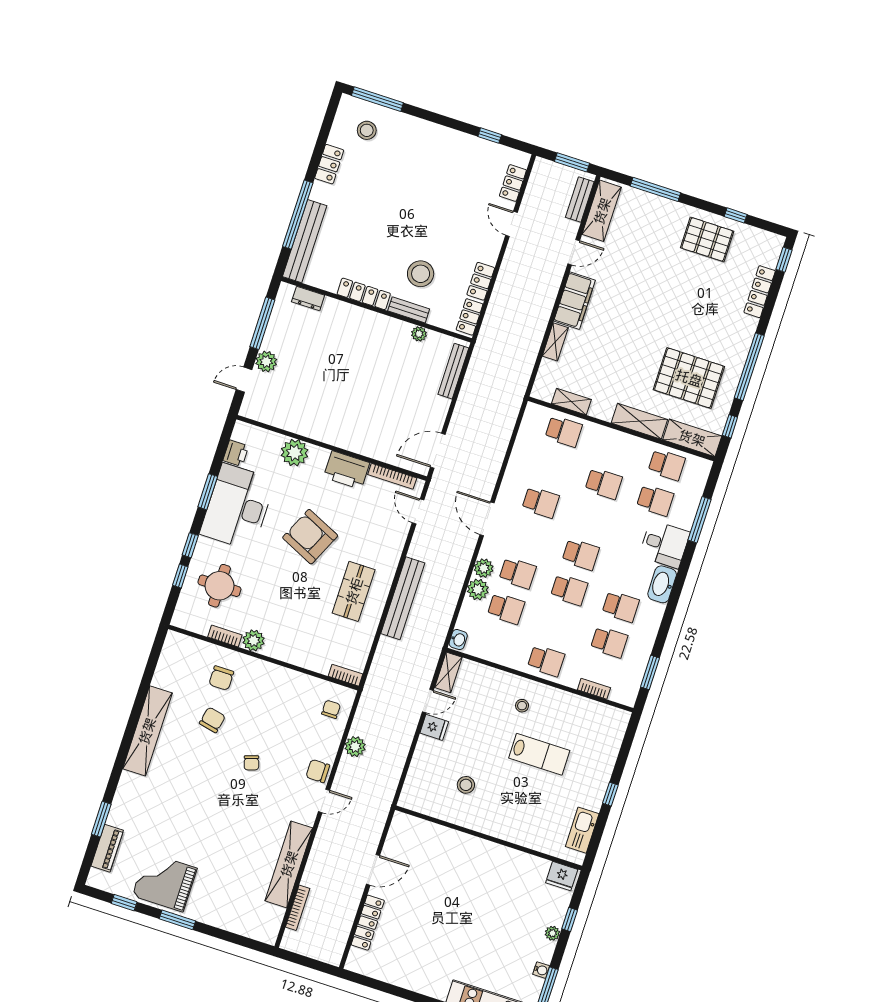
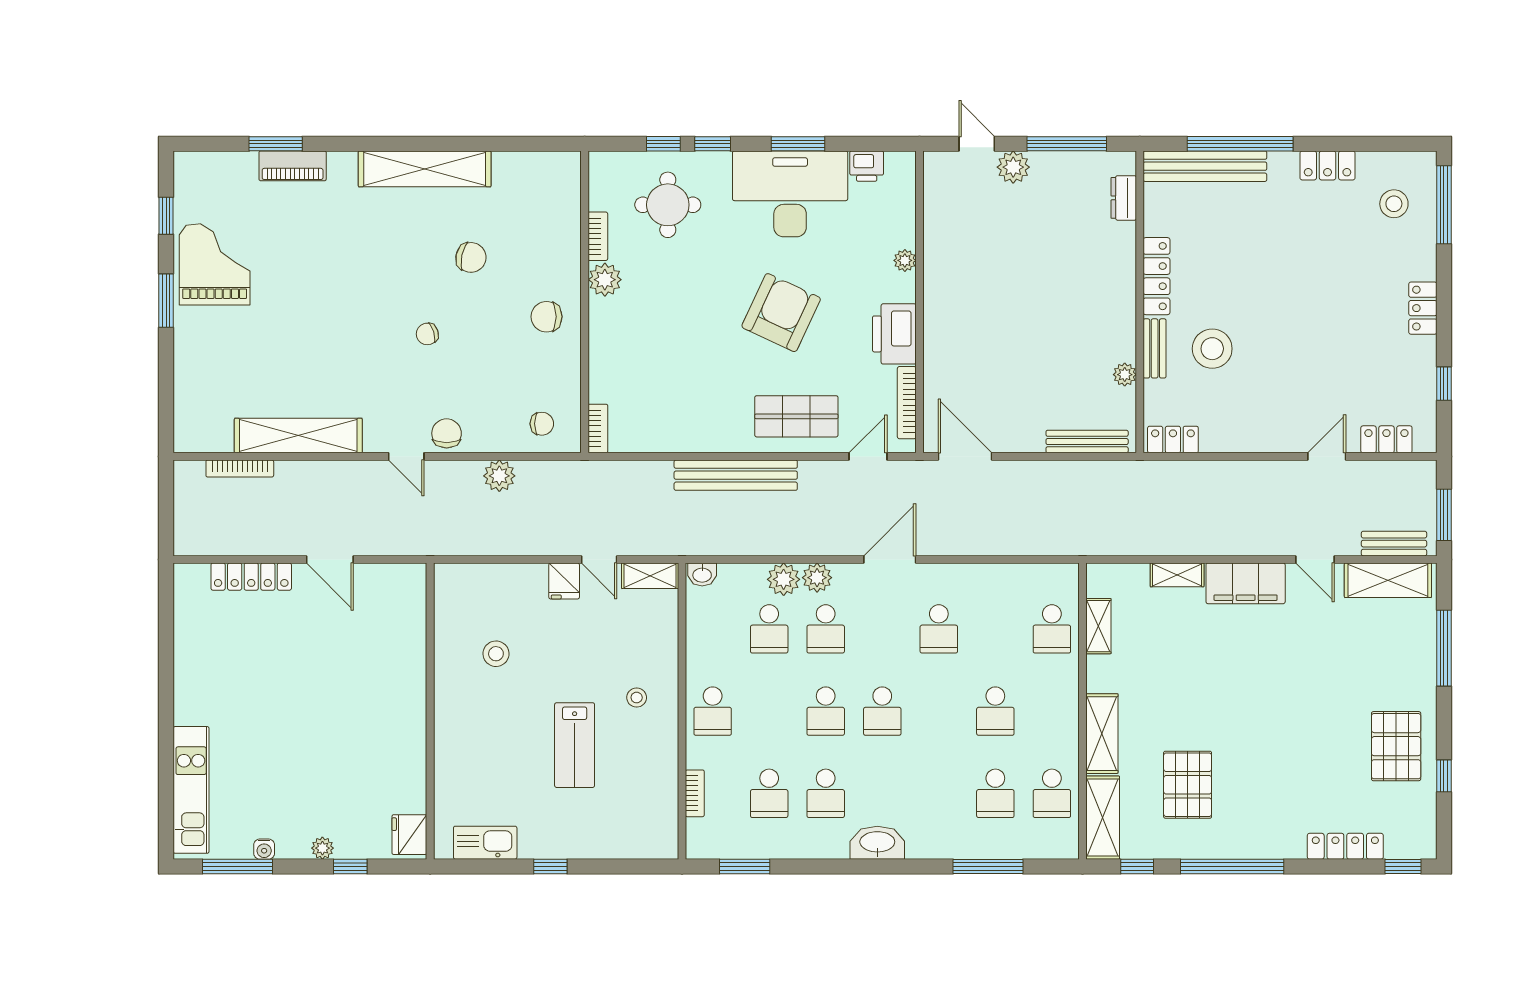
locker: (481, 281) -> (1423, 308), moved, turned -90
pallet: (689, 378) -> (1188, 785), width x0.73, depth x0.71
plant: (295, 453) -> (905, 260), width x0.53, depth x0.53
desk: (664, 544) -> (936, 827), removed
shop shelf: (354, 591) -> (796, 416), moved
chair: (221, 678) -> (546, 317), moved
piano: (107, 848) -> (293, 166), moved

